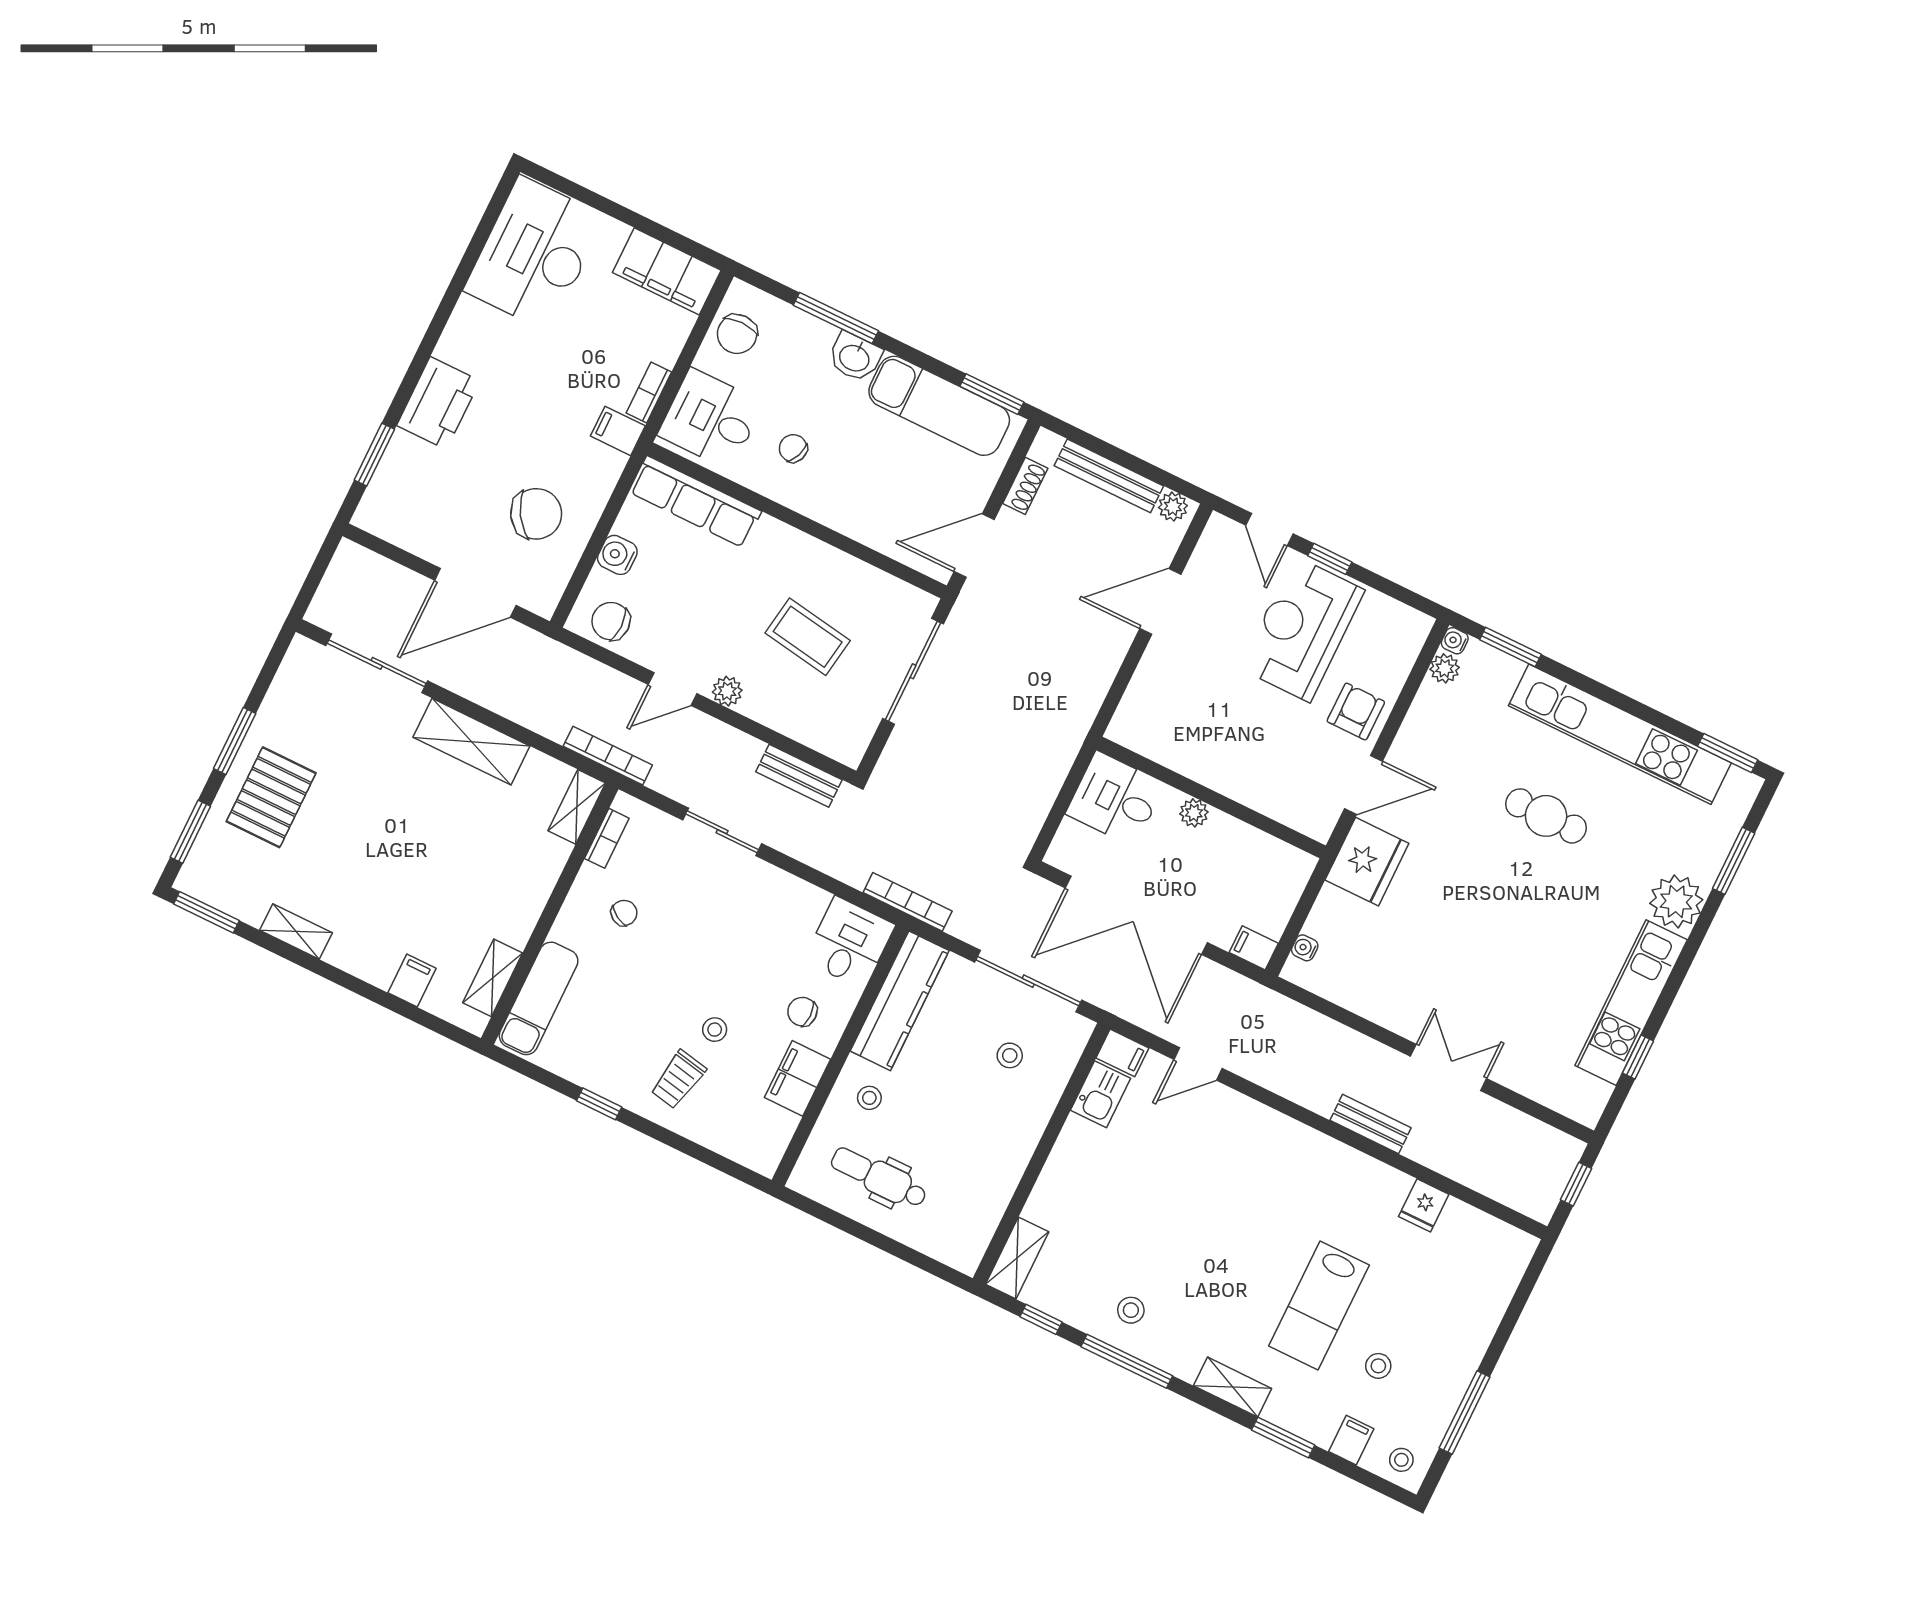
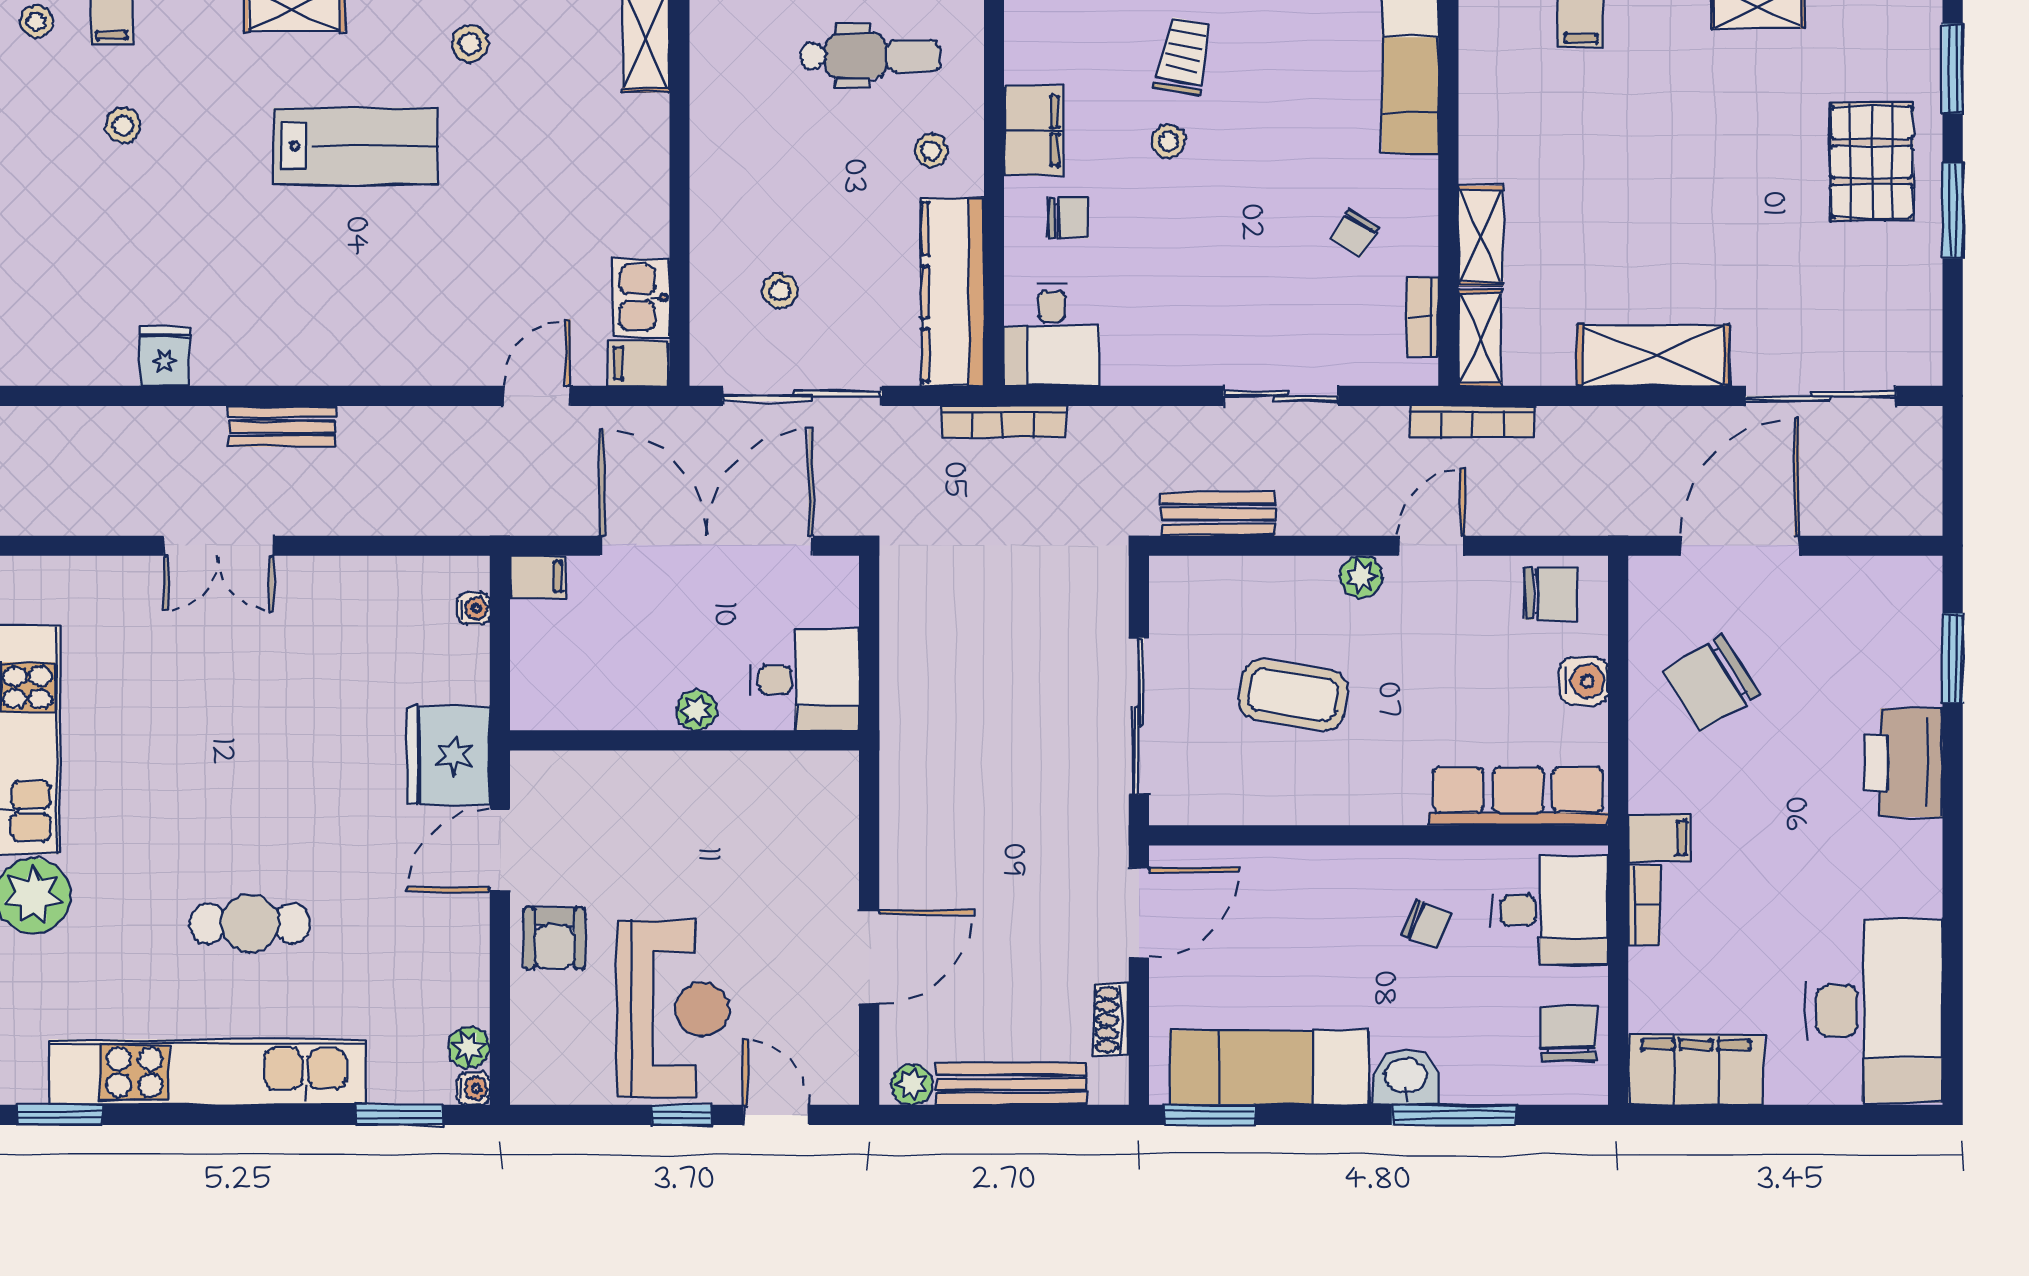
shelving: (493, 978) -> (1481, 236), moved
lab bench: (1319, 1305) -> (356, 146), moved, turned 90

